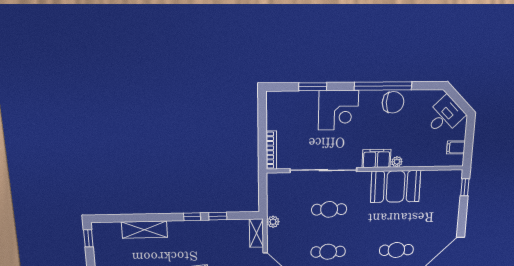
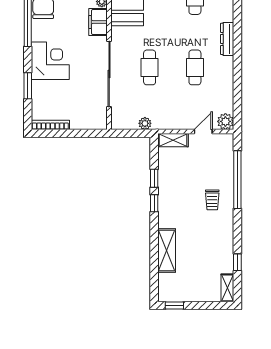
bookcase: (271, 150) -> (50, 125), moved
plant: (273, 222) -> (145, 123), moved

